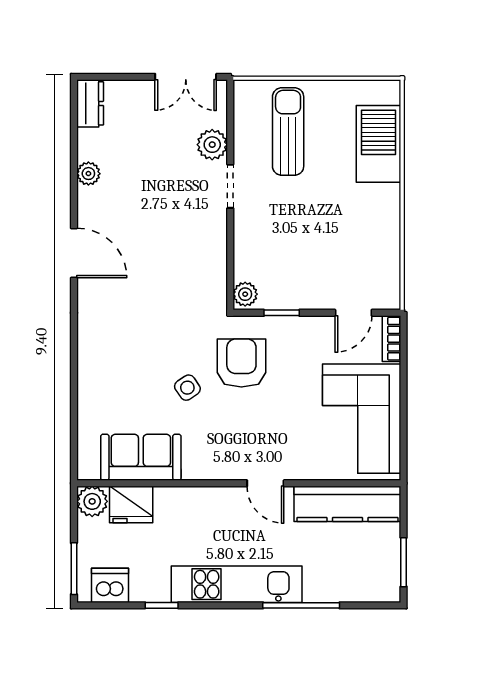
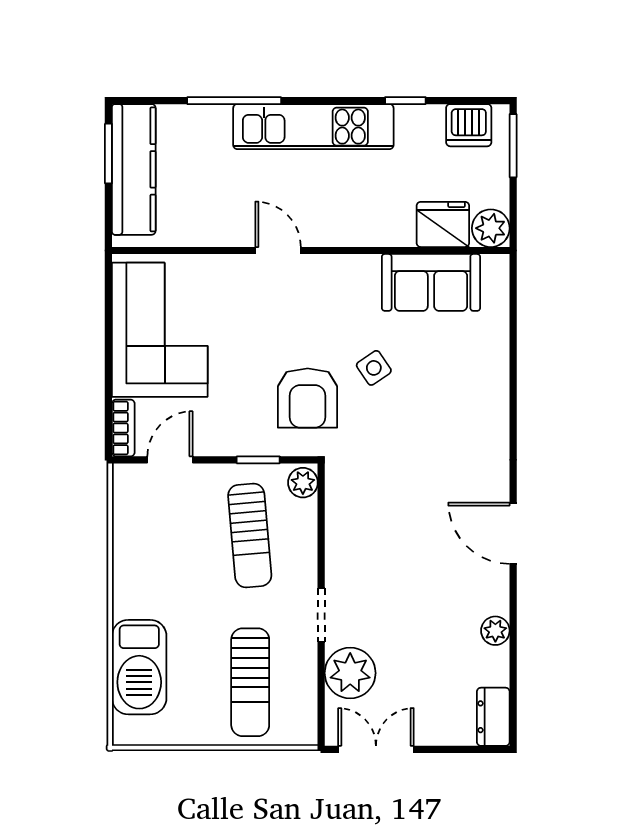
plant: (212, 145) -> (350, 673), width x1.36, depth x1.36
sun lounger: (288, 251) -> (250, 535), added
kitchen counter: (347, 504) -> (134, 169), moved, turned 90

